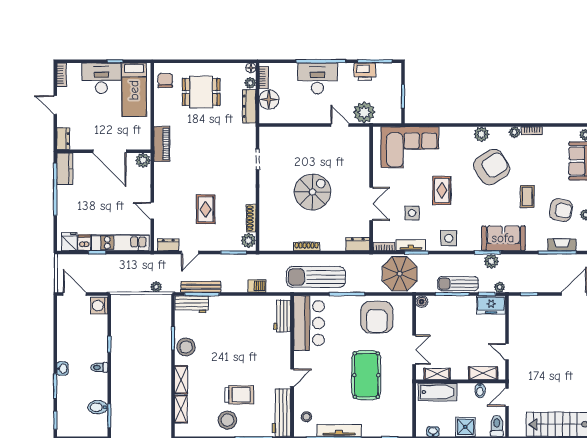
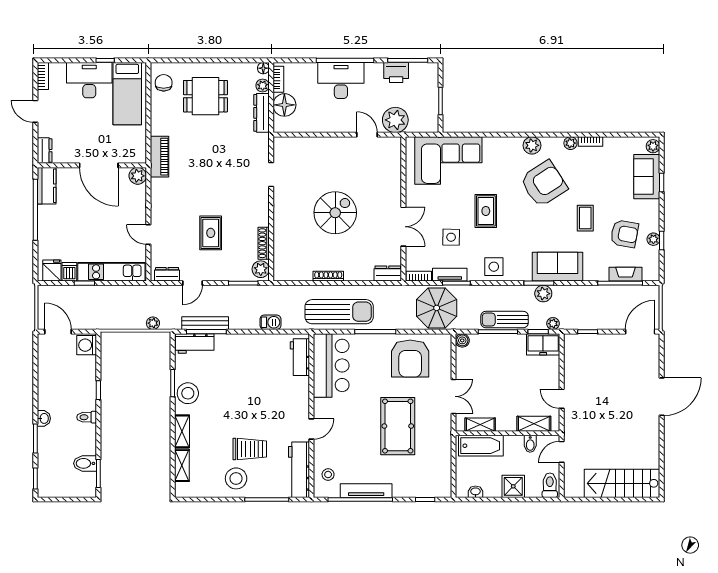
sun lounger: (316, 277) -> (339, 312), turned 180

